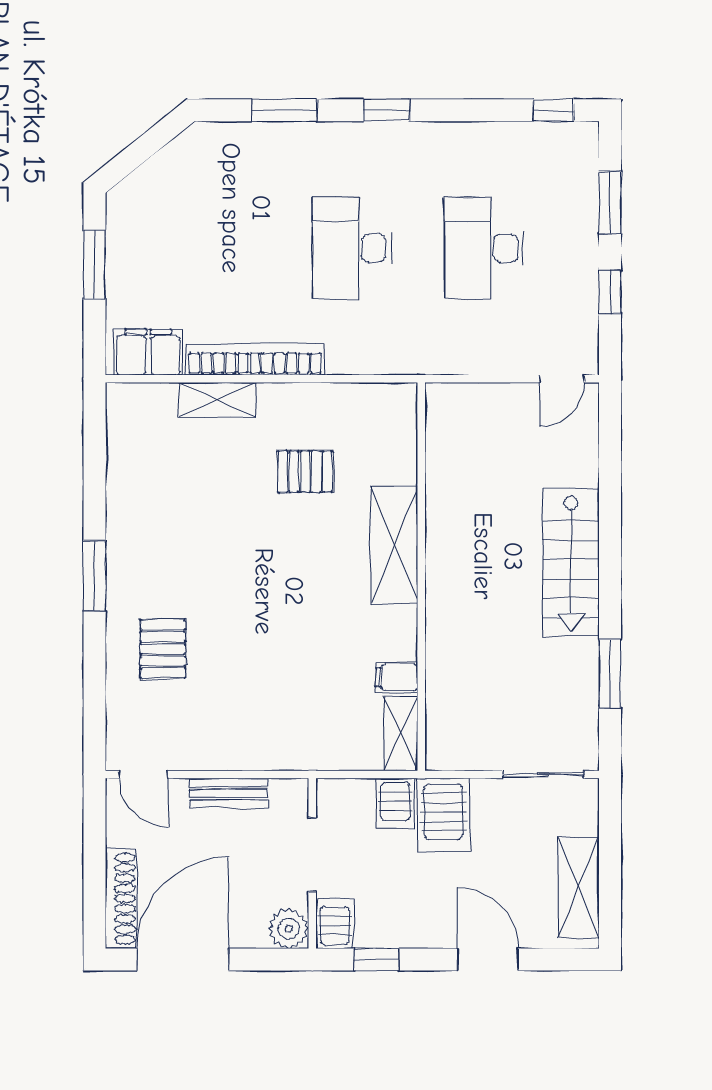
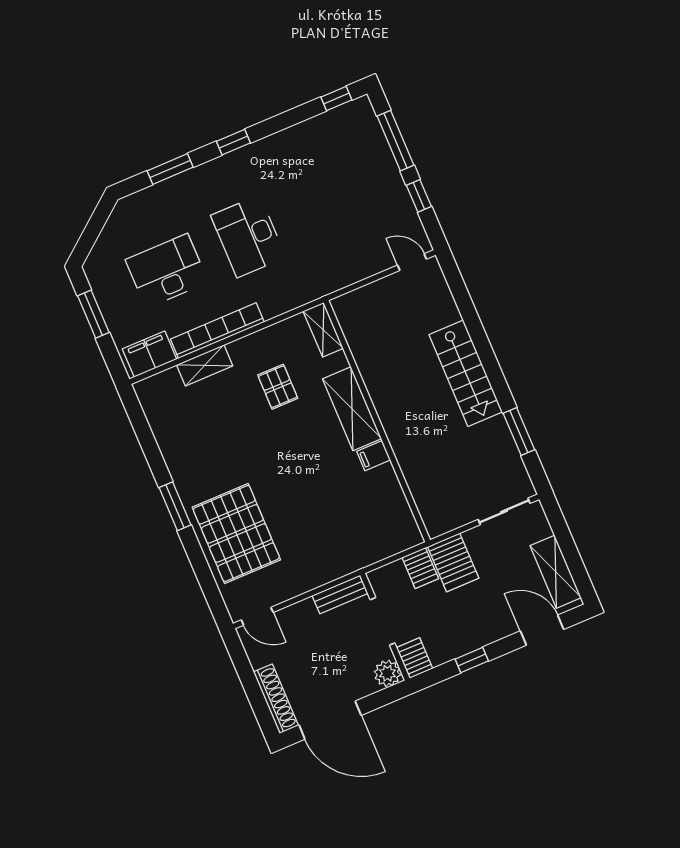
window: (610, 202) -> (395, 141), width x1.44
desk: (484, 248) -> (167, 271), moved, turned 90
door: (562, 379) -> (412, 262), swing flipped
pallet: (305, 472) -> (278, 387), turned 90
pallet: (163, 649) -> (236, 534), width x2.05, depth x2.00
filing cabinet: (397, 677) -> (374, 456), moved
shelving: (401, 733) -> (323, 330), moved
bench: (229, 793) -> (340, 595), moved
door: (183, 960) -> (330, 720), swing flipped
window: (376, 960) -> (472, 660), moved
door: (488, 960) -> (542, 630), moved

